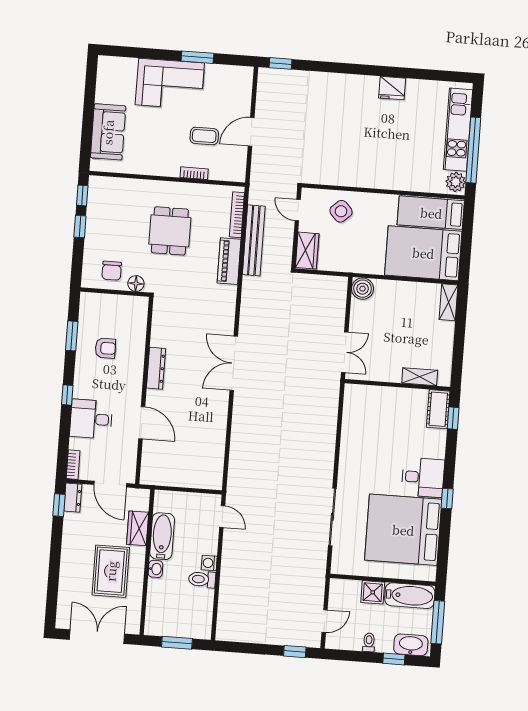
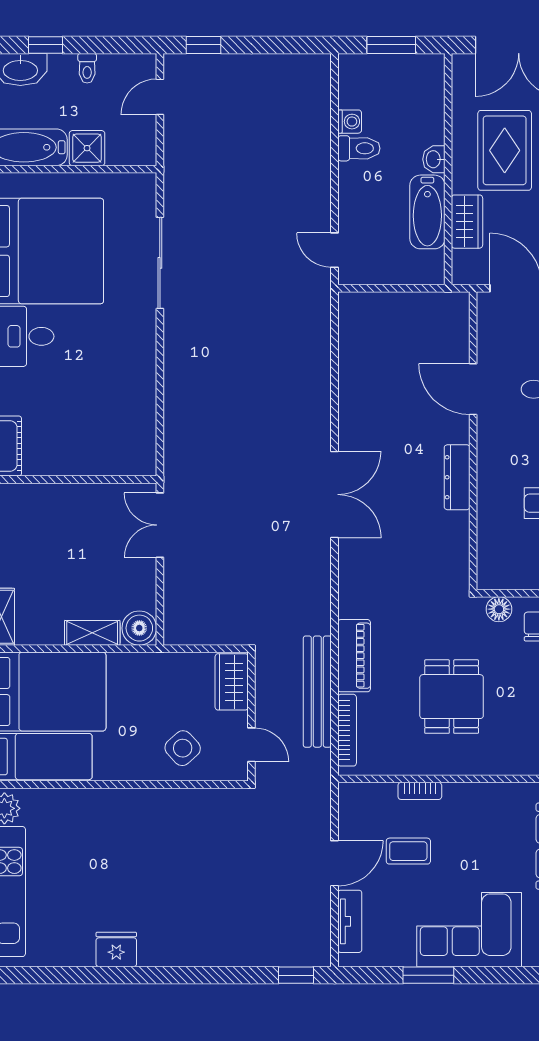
tv unit: (244, 95) -> (350, 921), added
shelving: (420, 377) -> (92, 633), moved
washing machine: (209, 563) -> (350, 122), moved

